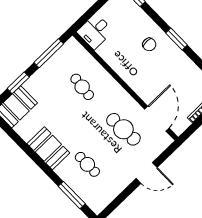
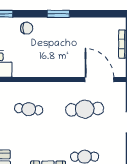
chair: (149, 44) -> (27, 28), moved

